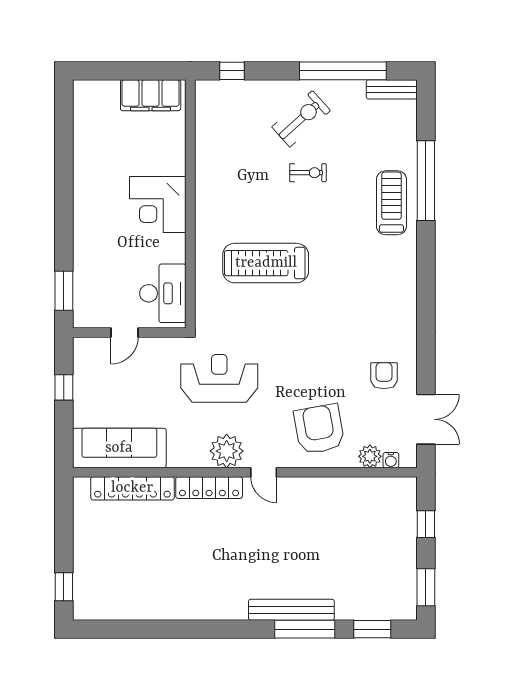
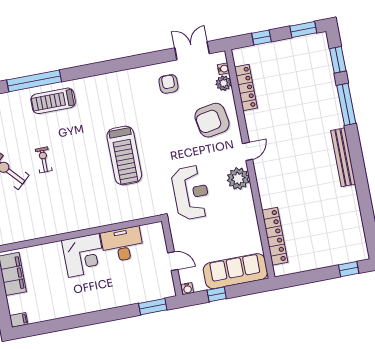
filing cabinet: (82, 92) -> (19, 320), added
treadmill: (266, 263) -> (124, 156), moved
desk: (163, 293) -> (122, 244), moved
water cooler: (80, 346) -> (187, 289), added
armchair: (384, 376) -> (168, 84), turned 90
reception desk: (219, 378) -> (191, 193), turned 180
sofa: (119, 448) -> (235, 271), moved, turned 90
locker: (209, 488) -> (246, 88), moved
bench: (291, 610) -> (343, 157), moved

